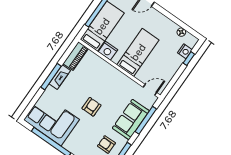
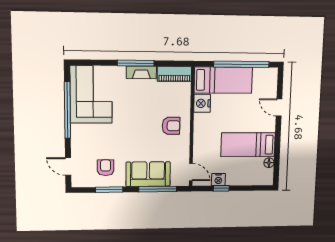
nightstand: (185, 51) -> (218, 180), moved
bed: (138, 52) -> (248, 145), moved, turned 180
window: (189, 59) -> (221, 188), moved
armchair: (92, 107) -> (171, 126), moved

